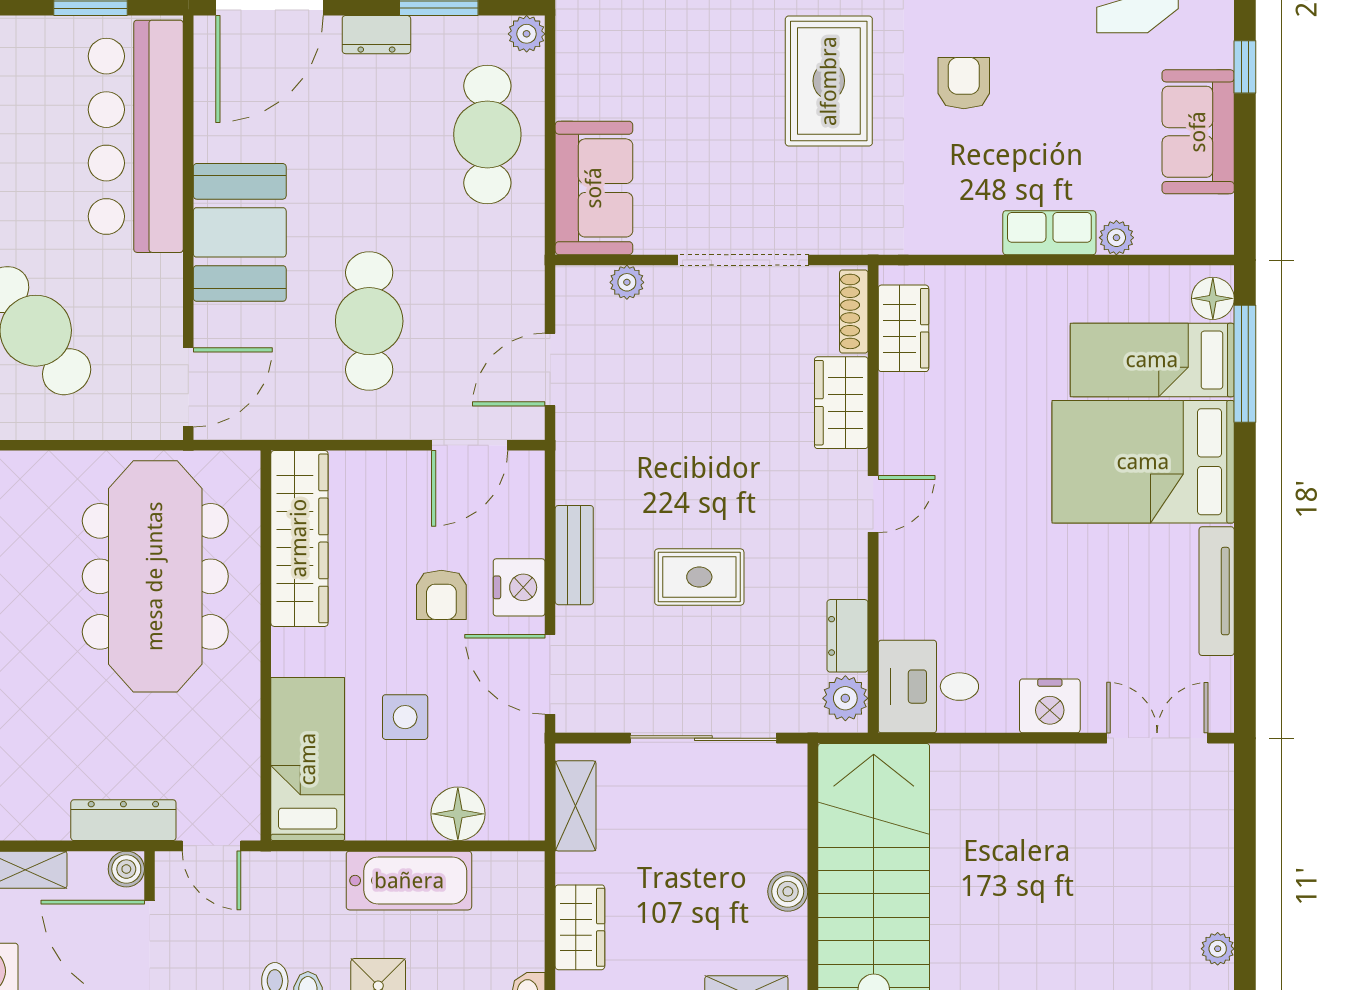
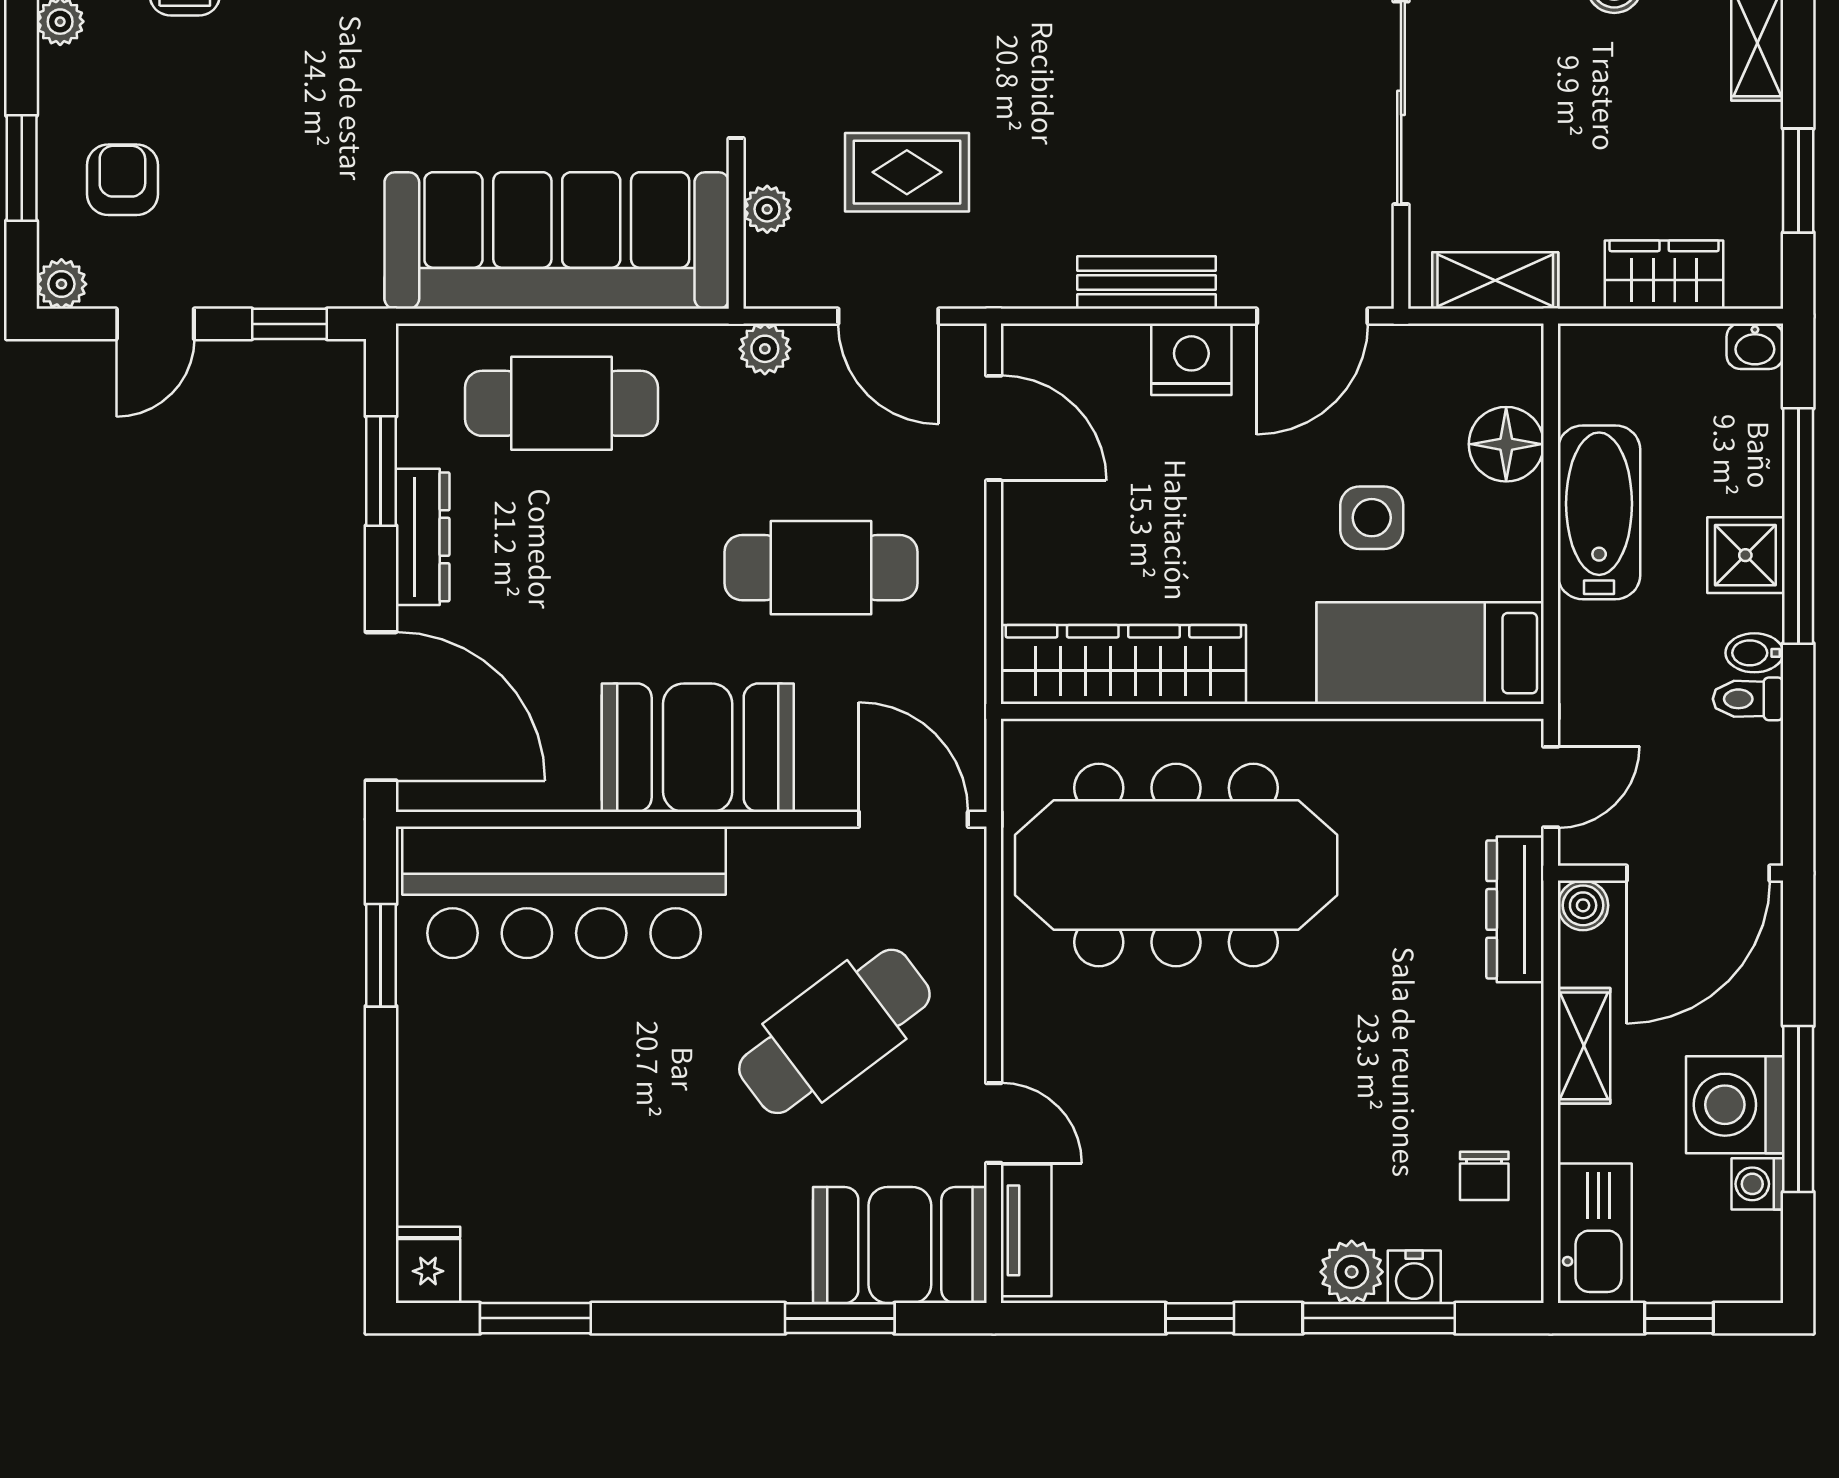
plant: (527, 34) -> (765, 349), moved
dresser: (376, 35) -> (423, 537), width x1.44
sofa: (594, 188) -> (557, 240), width x1.85, depth x1.27
rug: (699, 577) -> (907, 172), moved, turned 90
armchair: (441, 595) -> (1202, 467), removed

